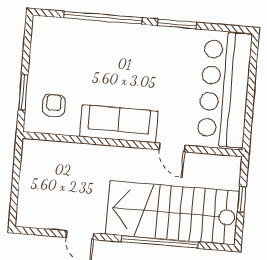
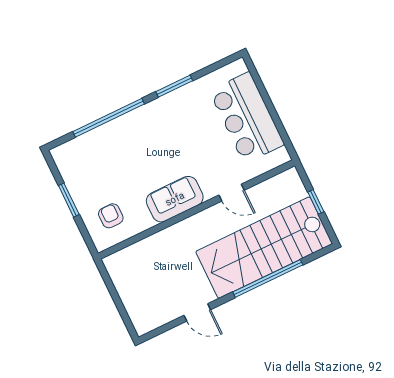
bar counter: (225, 89) -> (247, 118), width x0.73
window: (23, 92) -> (69, 200), moved
sofa: (119, 124) -> (175, 199), width x0.73

